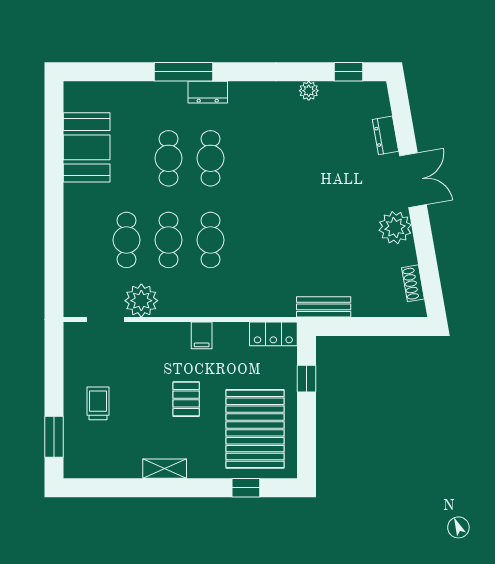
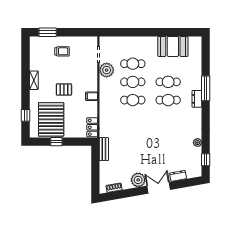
double door: (413, 180) -> (159, 188), swing flipped
window: (306, 379) -> (56, 142), moved
pallet: (255, 429) -> (51, 119), turned 90

